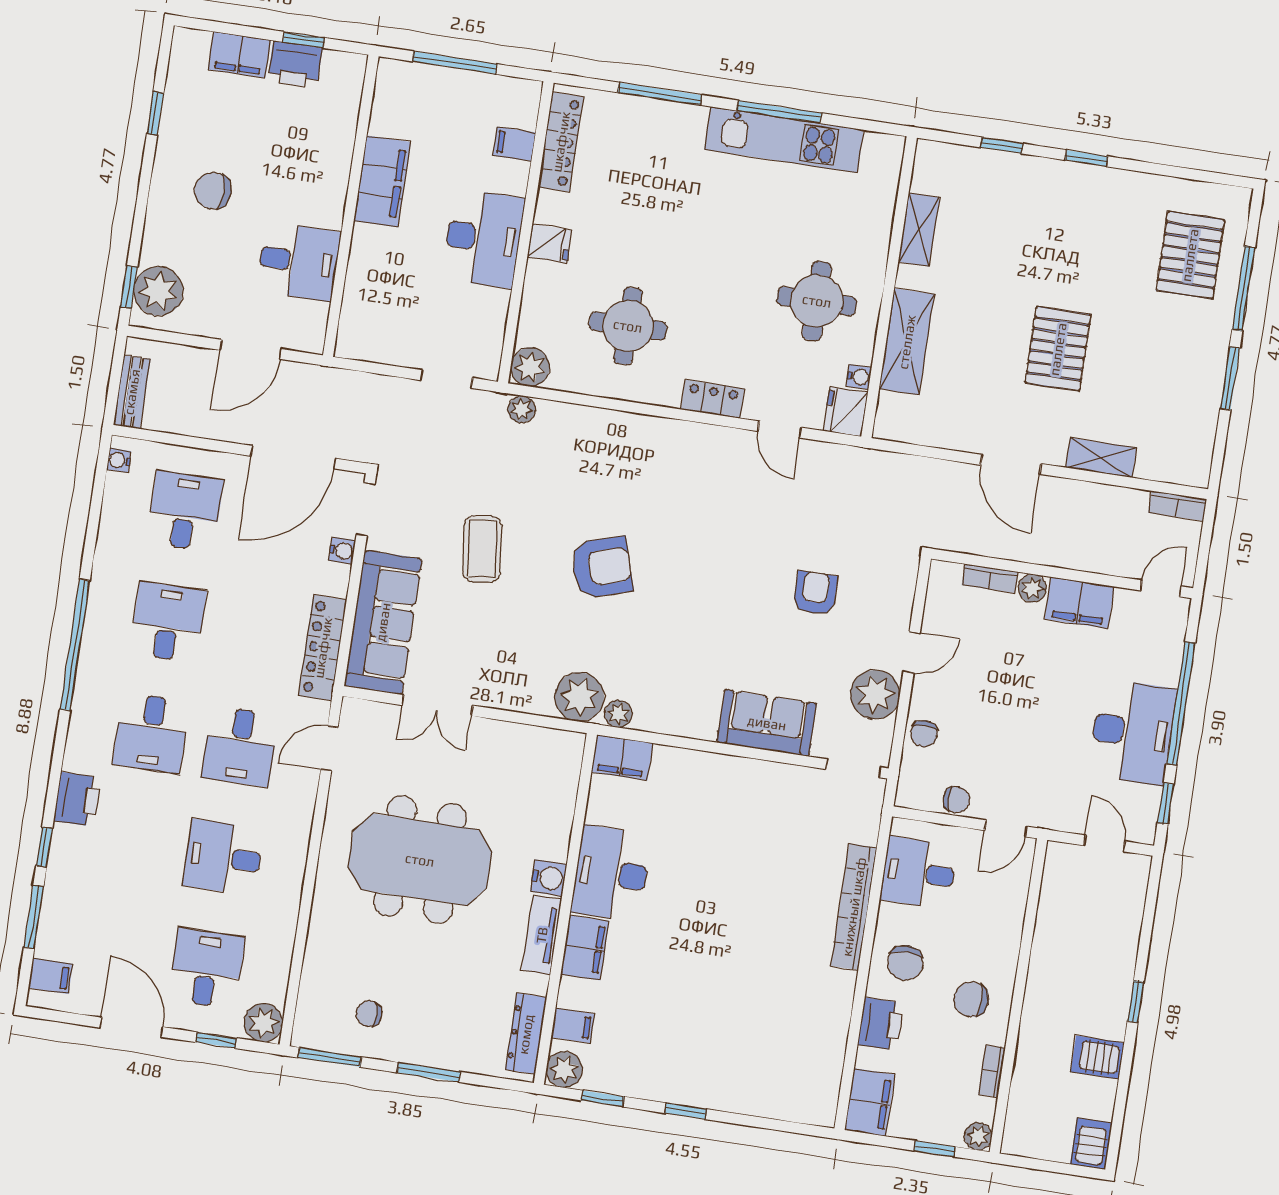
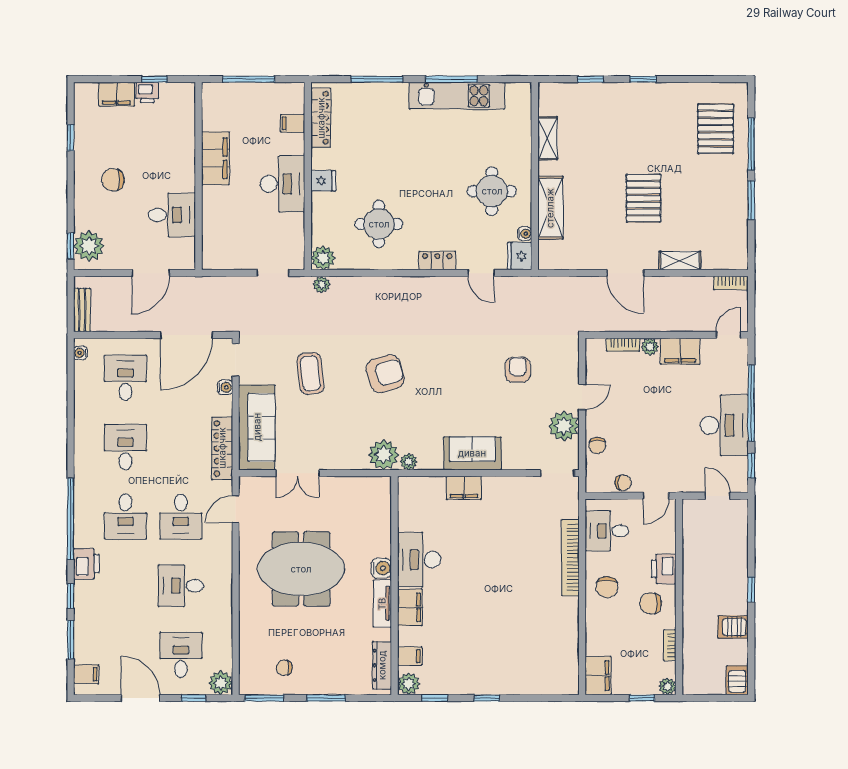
printer: (295, 64) -> (147, 92), width x0.73, depth x0.81
window: (75, 645) -> (71, 519), moved
sofa: (767, 723) -> (472, 453), moved
filing cabinet: (622, 758) -> (464, 488), moved
printer: (881, 1024) -> (664, 569), moved, turned 180

